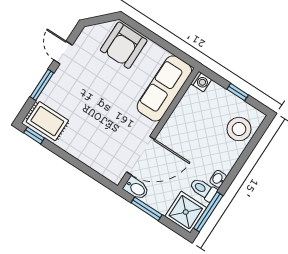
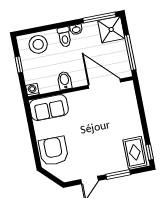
armchair: (124, 45) -> (54, 151), turned -90
sofa: (164, 88) -> (49, 108), width x0.73
bidet: (136, 188) -> (65, 81), moved
toilet: (203, 189) -> (65, 37), moved
window: (147, 209) -> (130, 52), width x1.44

